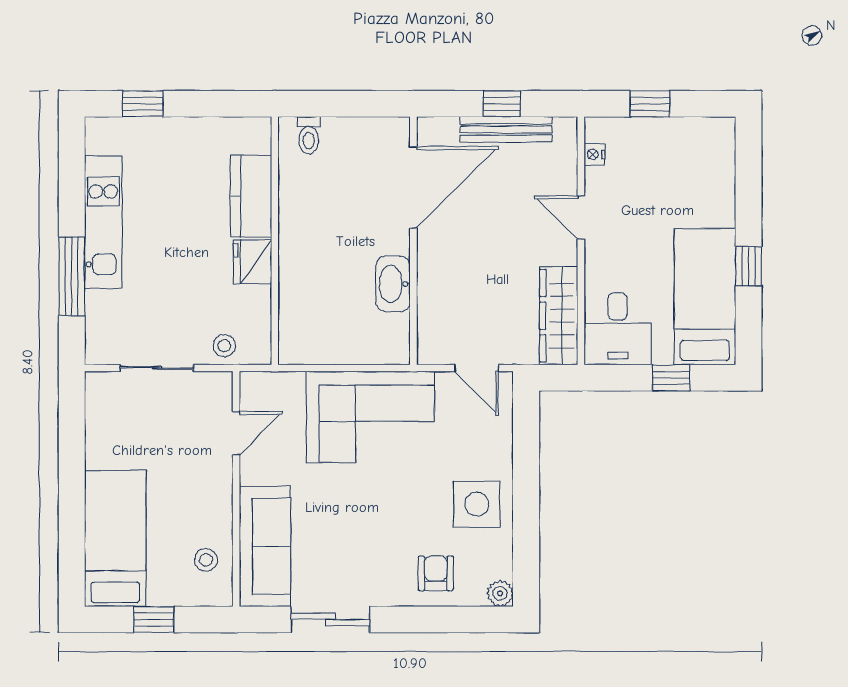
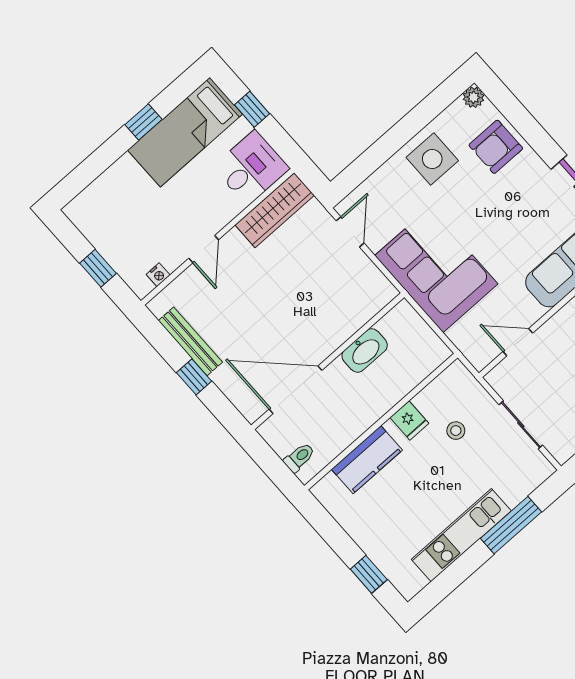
window: (502, 104) -> (194, 377), moved
door: (413, 187) -> (295, 390), moved
wall: (413, 241) -> (328, 361), moved
fridge: (253, 262) -> (409, 420), width x0.72
washbasin: (393, 284) -> (365, 350), moved
stool: (224, 346) -> (456, 431), moved
armchair: (436, 573) -> (496, 147), width x1.38, depth x1.38

